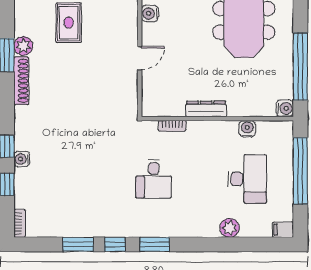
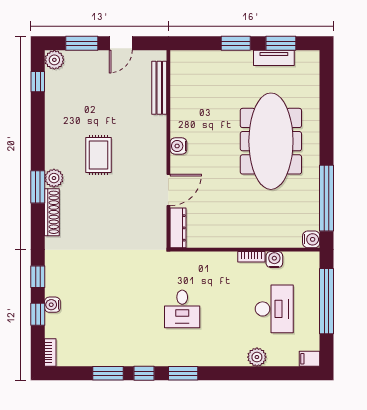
door: (140, 58) -> (168, 190), width x1.38
dresser: (206, 109) -> (178, 228), moved, turned 90
bookcase: (172, 126) -> (251, 257), moved
water cooler: (22, 159) -> (52, 305), moved

